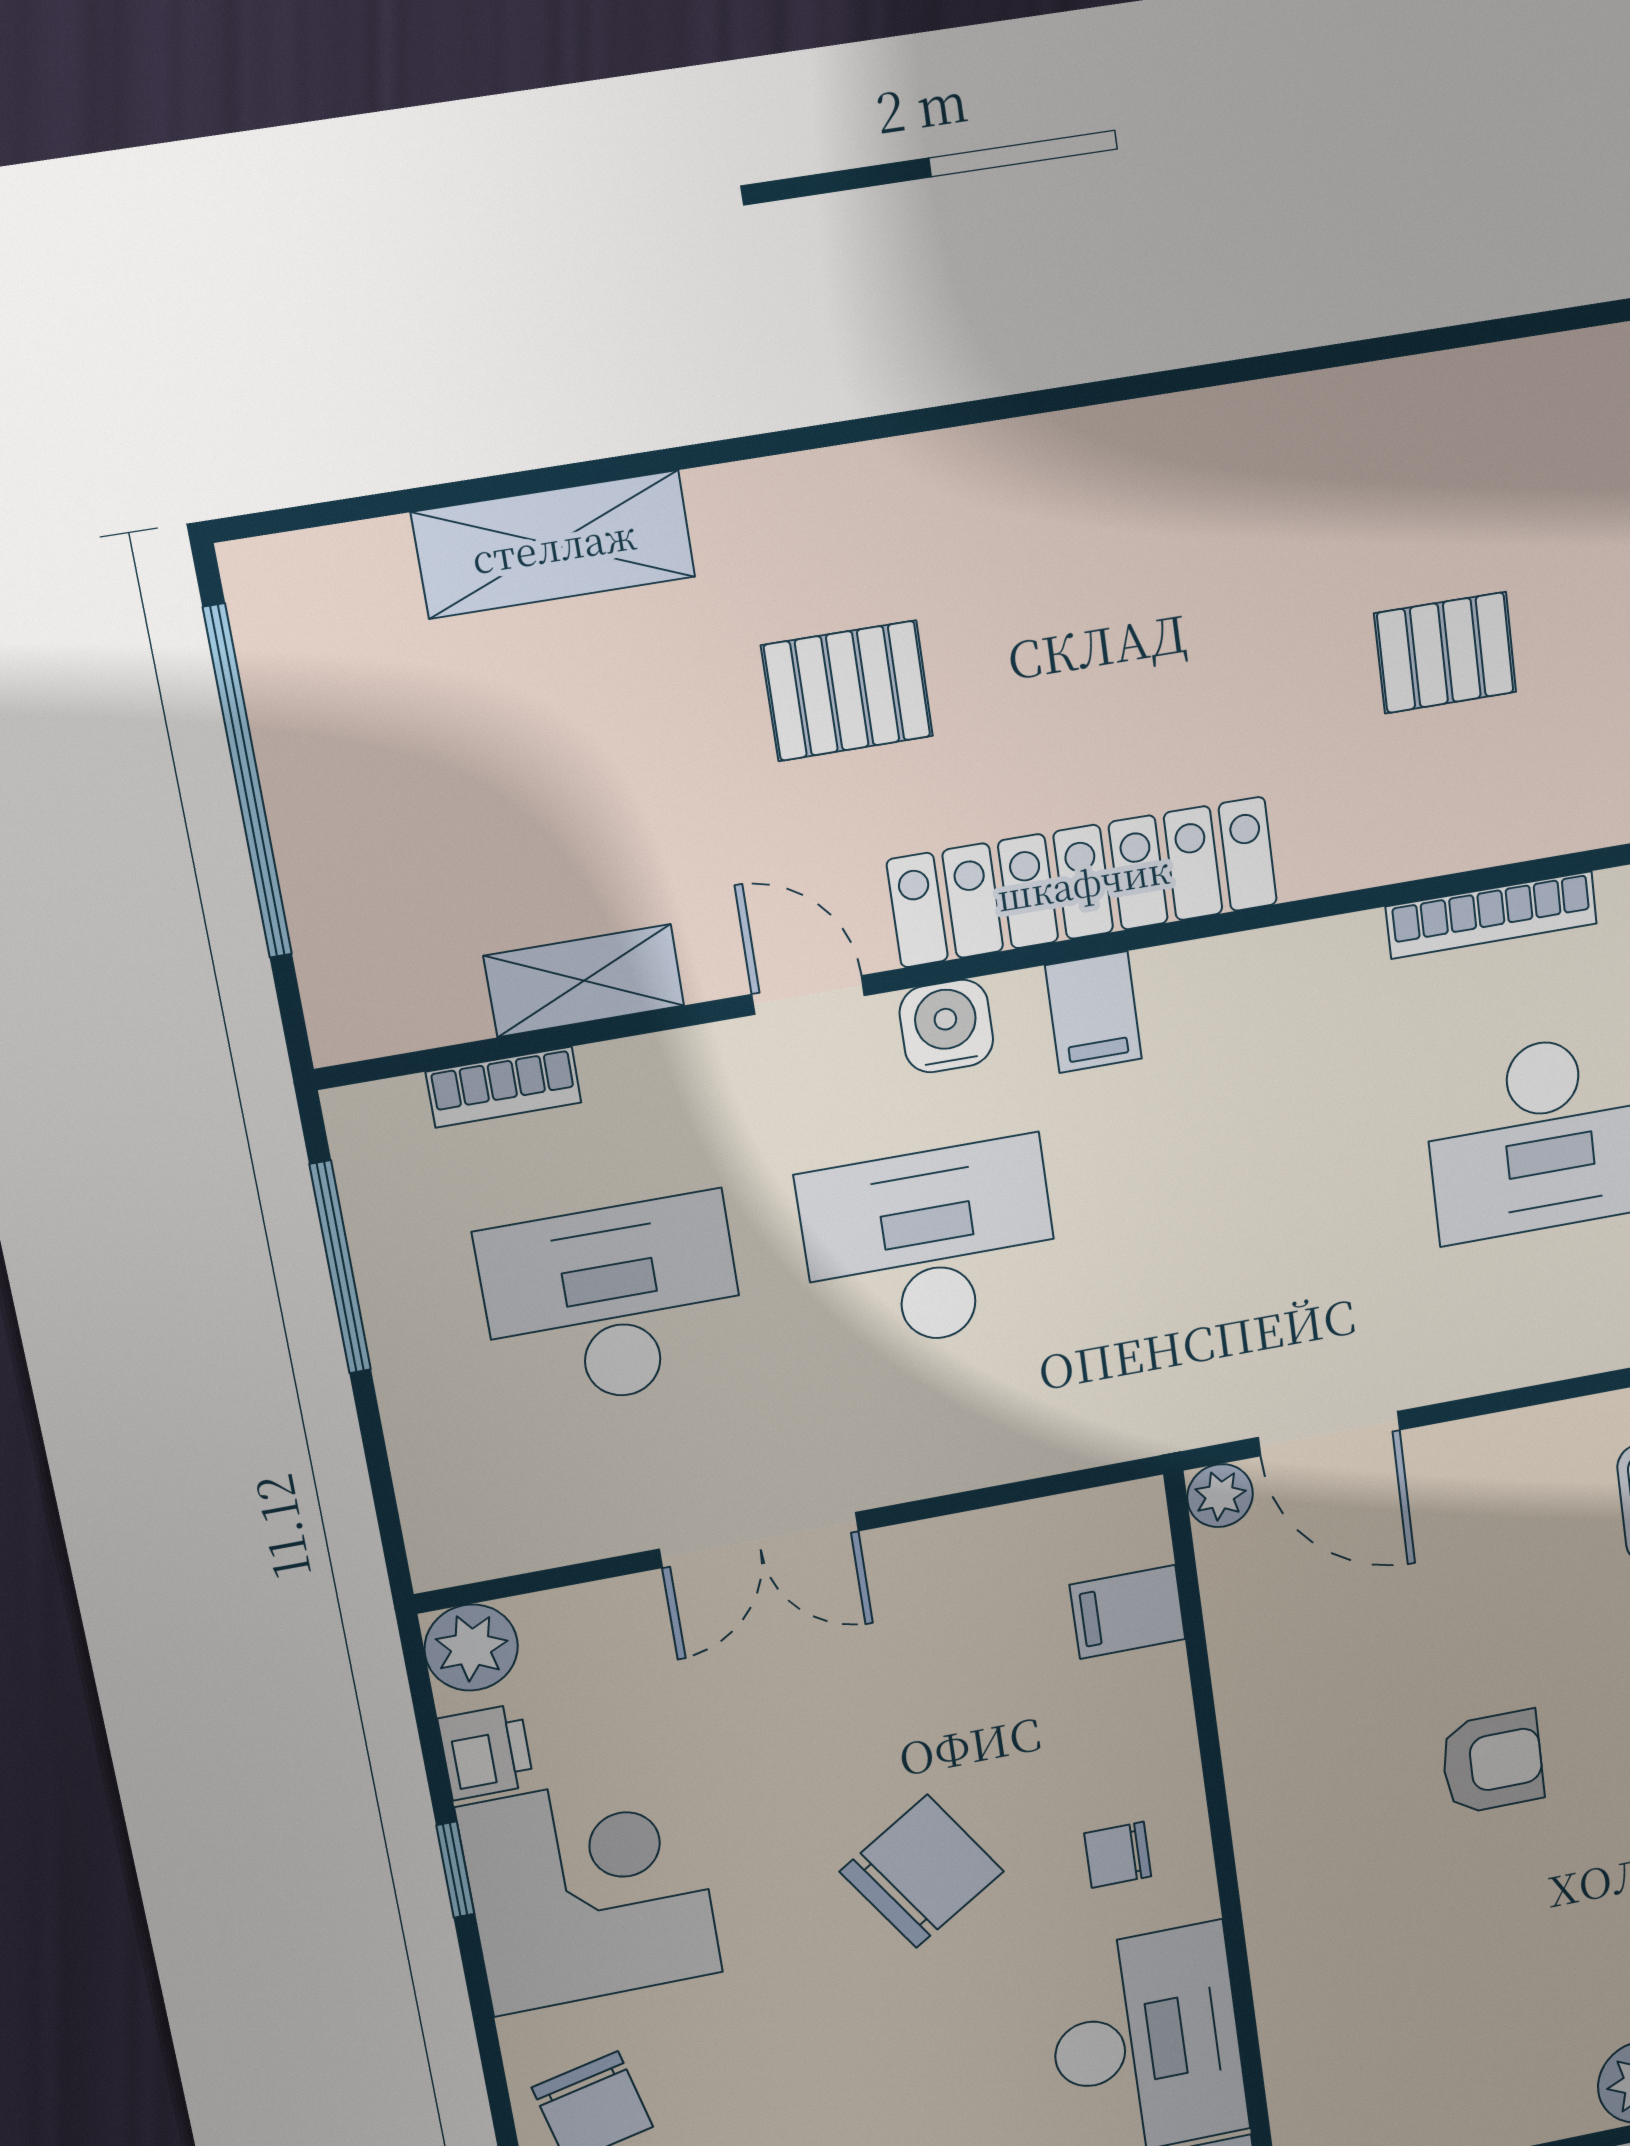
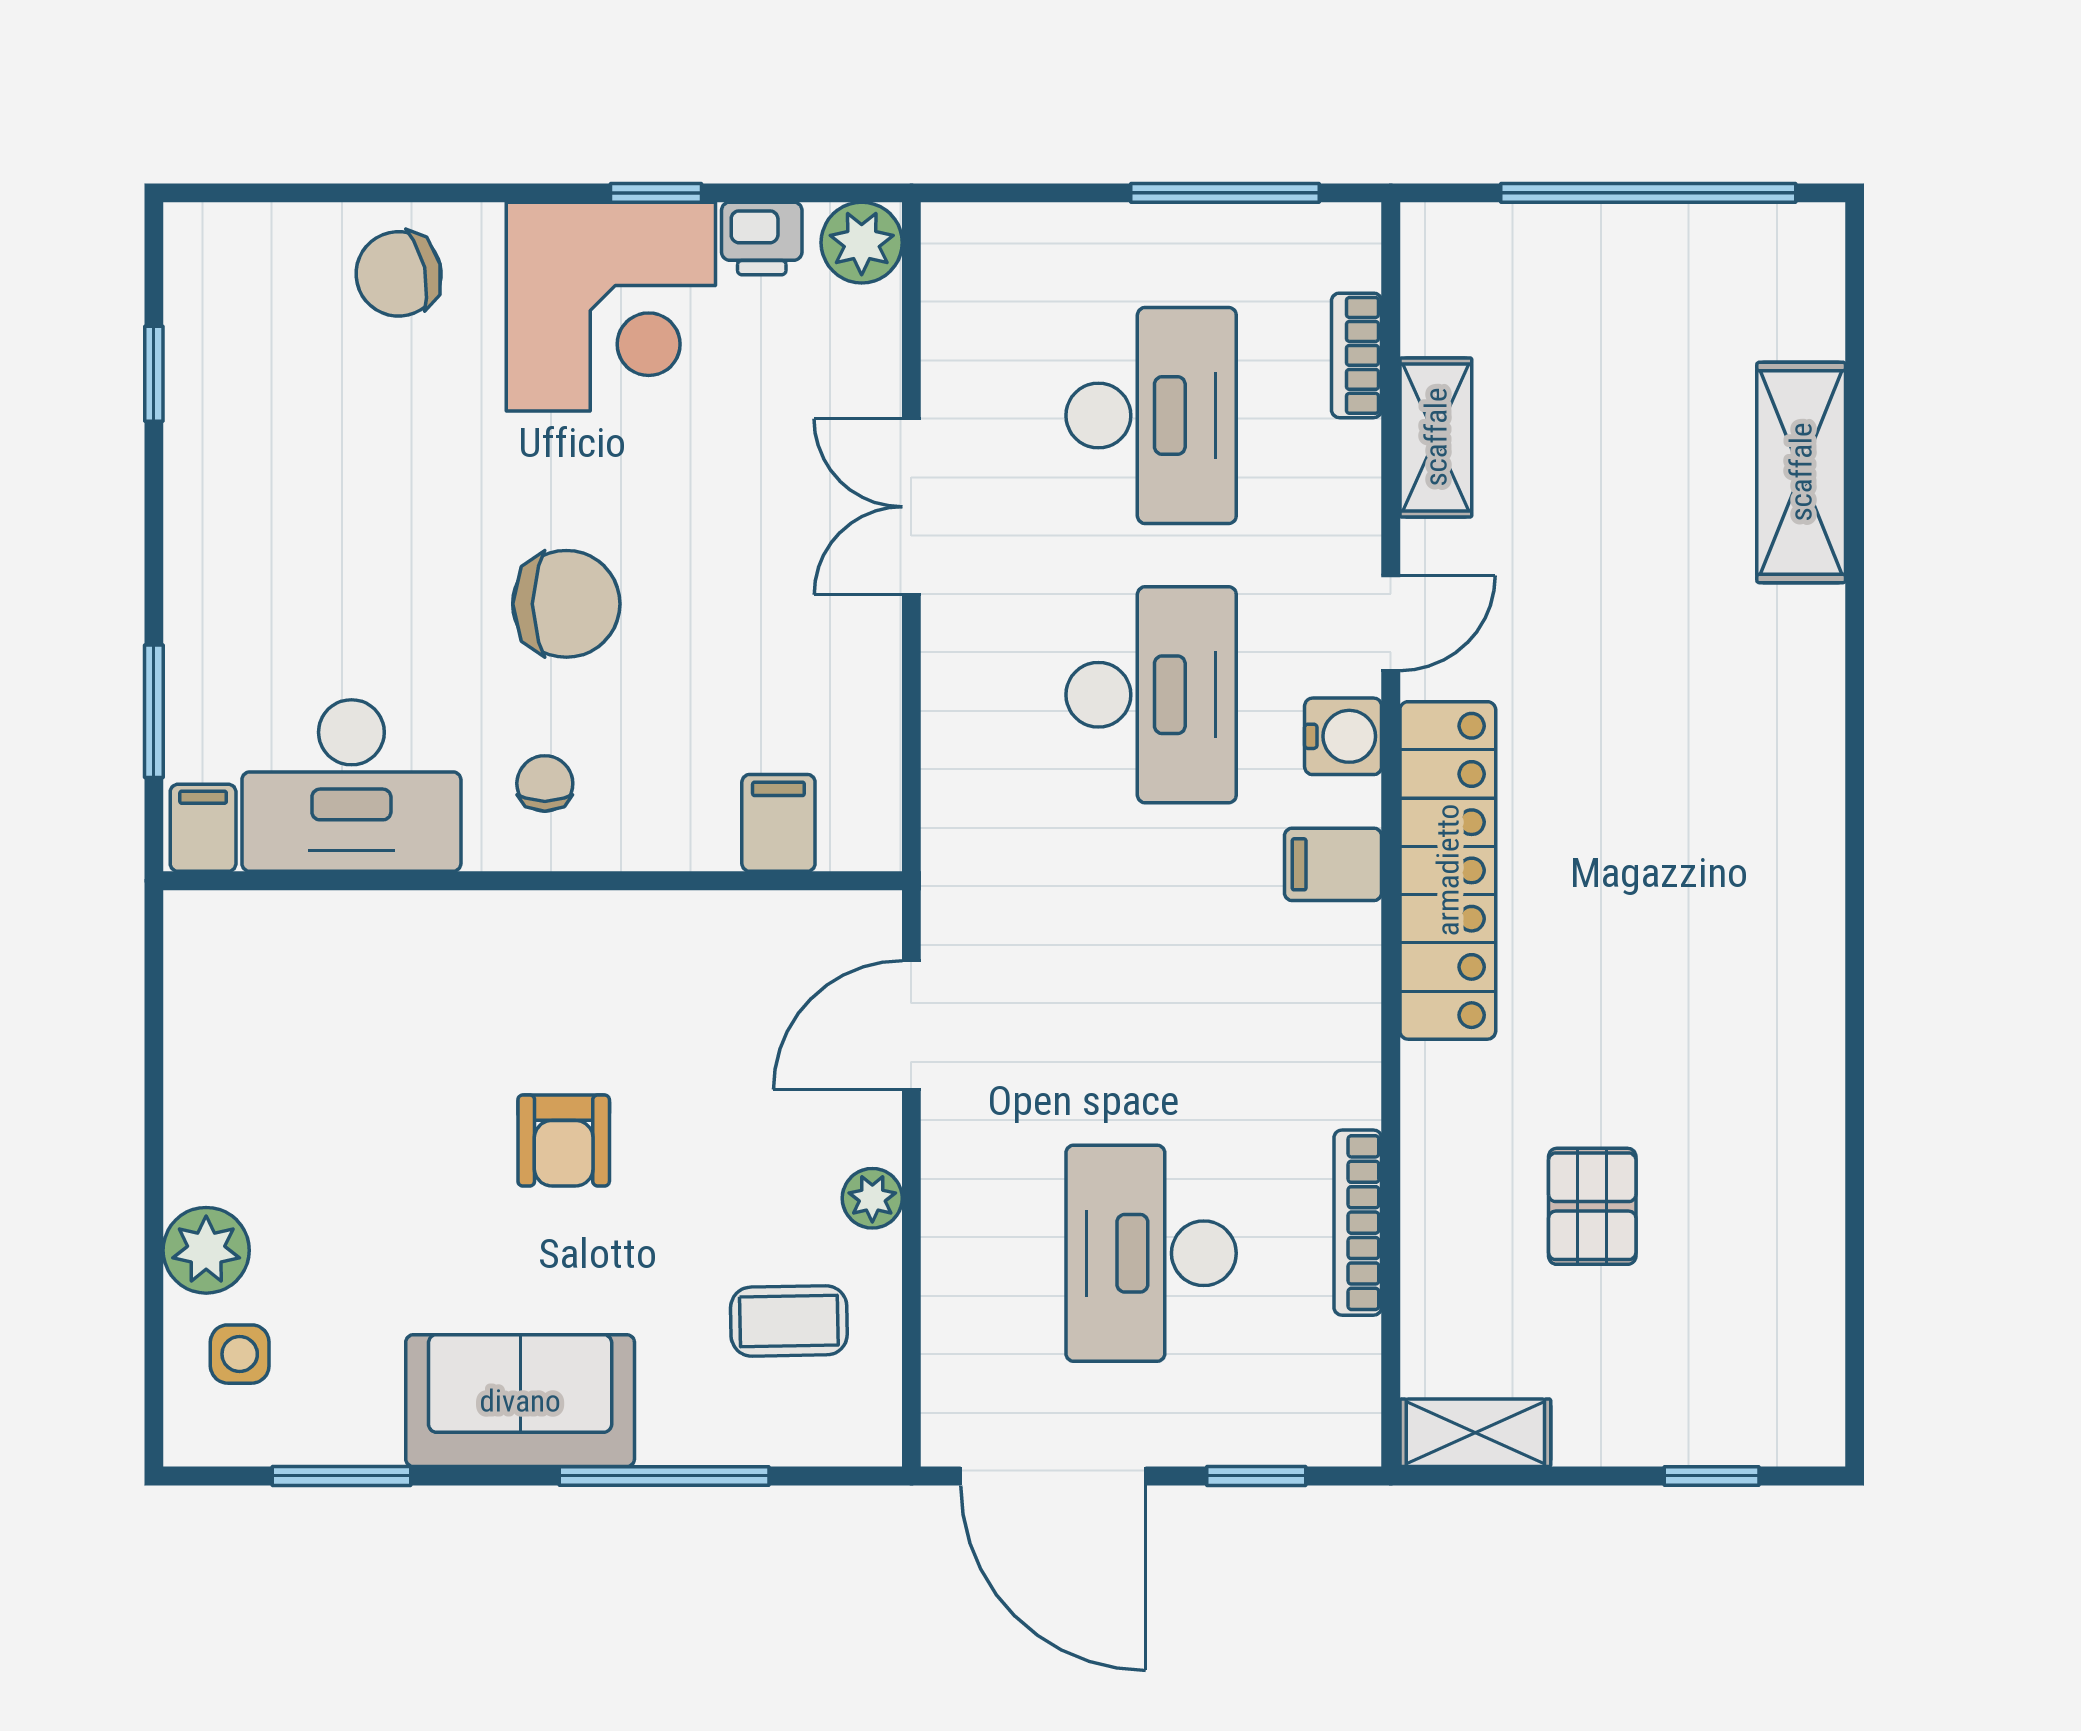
pallet: (847, 691) -> (1643, 694), removed
plant: (1220, 1496) -> (872, 1198), moved
chair: (922, 1872) -> (566, 604), turned -57

